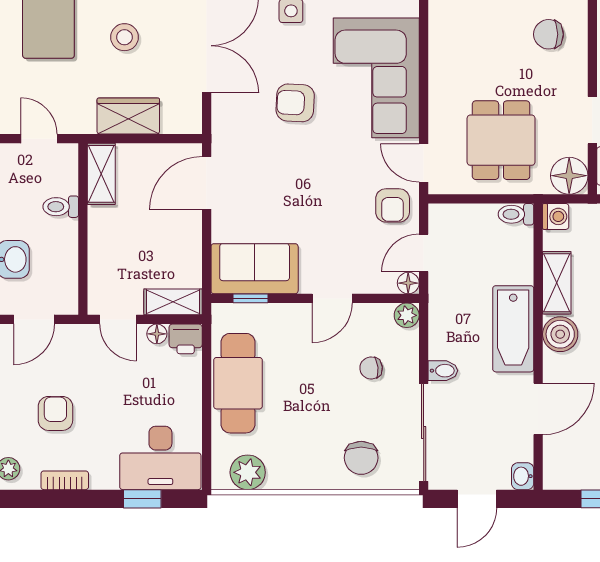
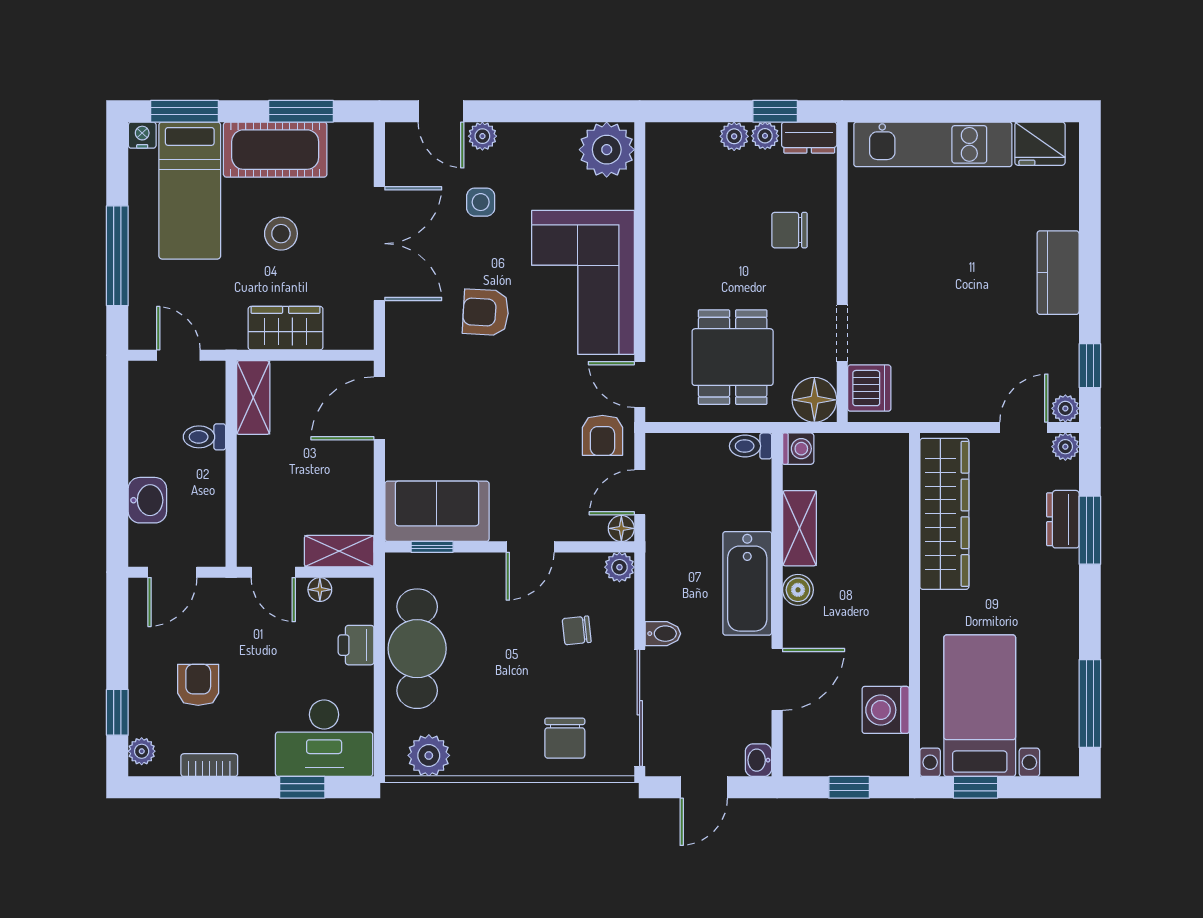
boiler: (560, 334) -> (798, 590), width x0.73, depth x0.73
printer: (186, 339) -> (356, 645), moved, turned 90

